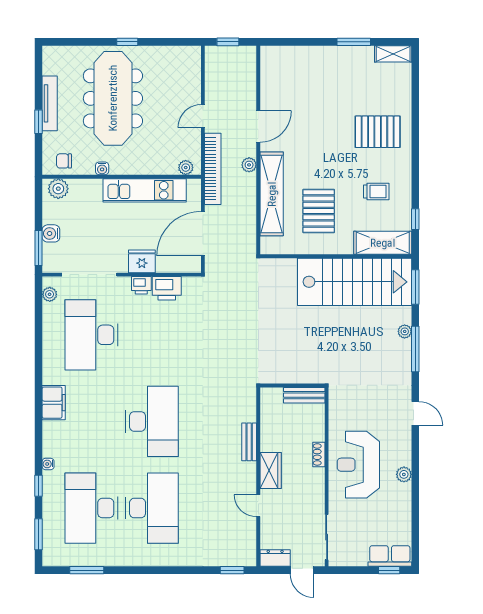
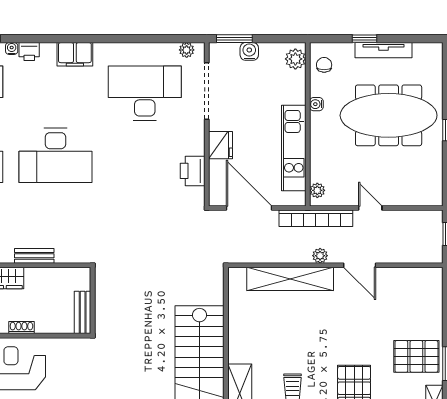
pallet: (319, 211) -> (416, 356), moved
printer: (141, 285) -> (29, 52), moved, turned -90

